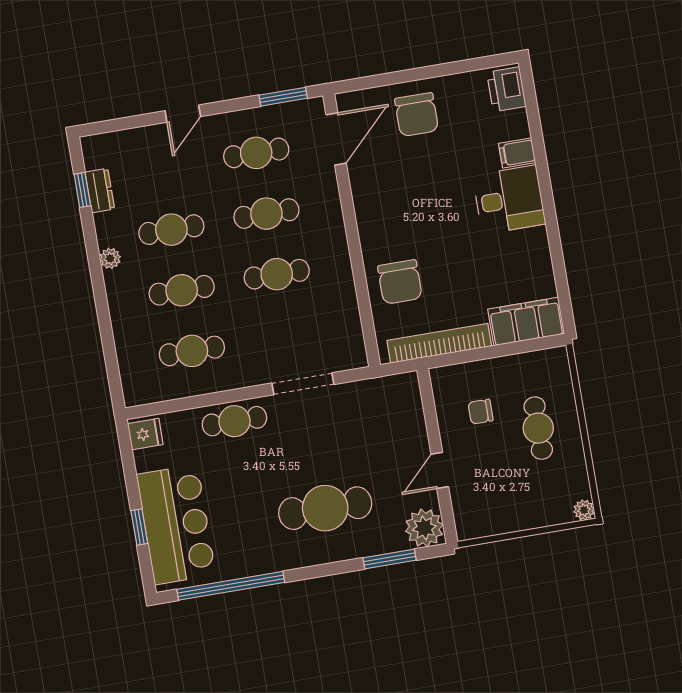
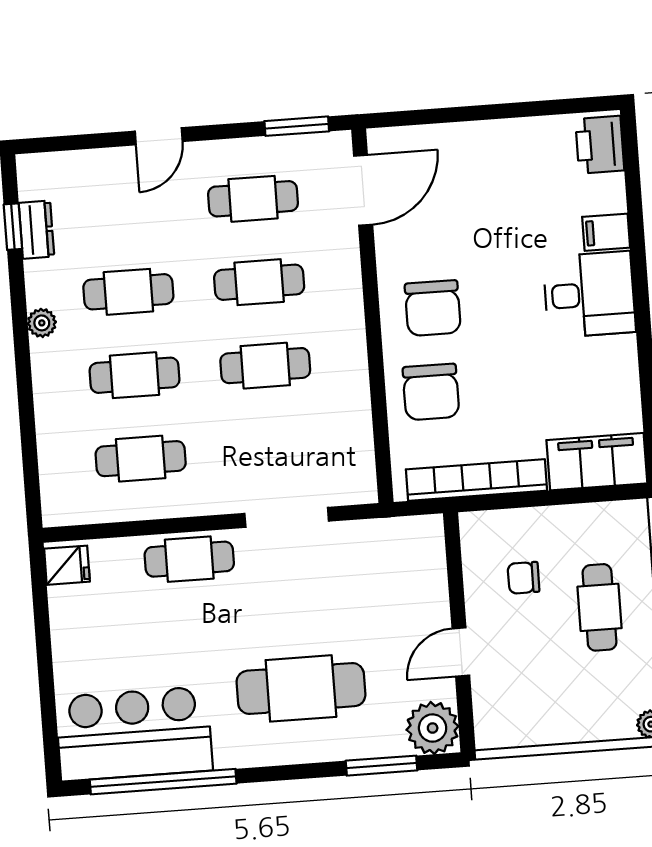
chair: (417, 115) -> (433, 308), moved
bar counter: (176, 525) -> (134, 734), moved, turned -90
window: (139, 527) -> (47, 690), removed

